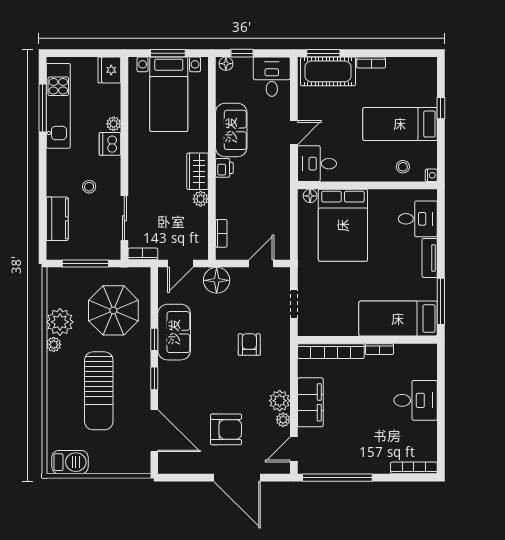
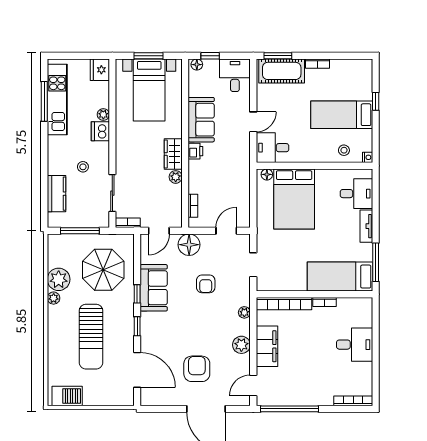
armchair: (249, 345) -> (206, 284), moved, turned 180
plant: (283, 420) -> (244, 312), moved
armchair: (226, 429) -> (197, 369), turned -90

